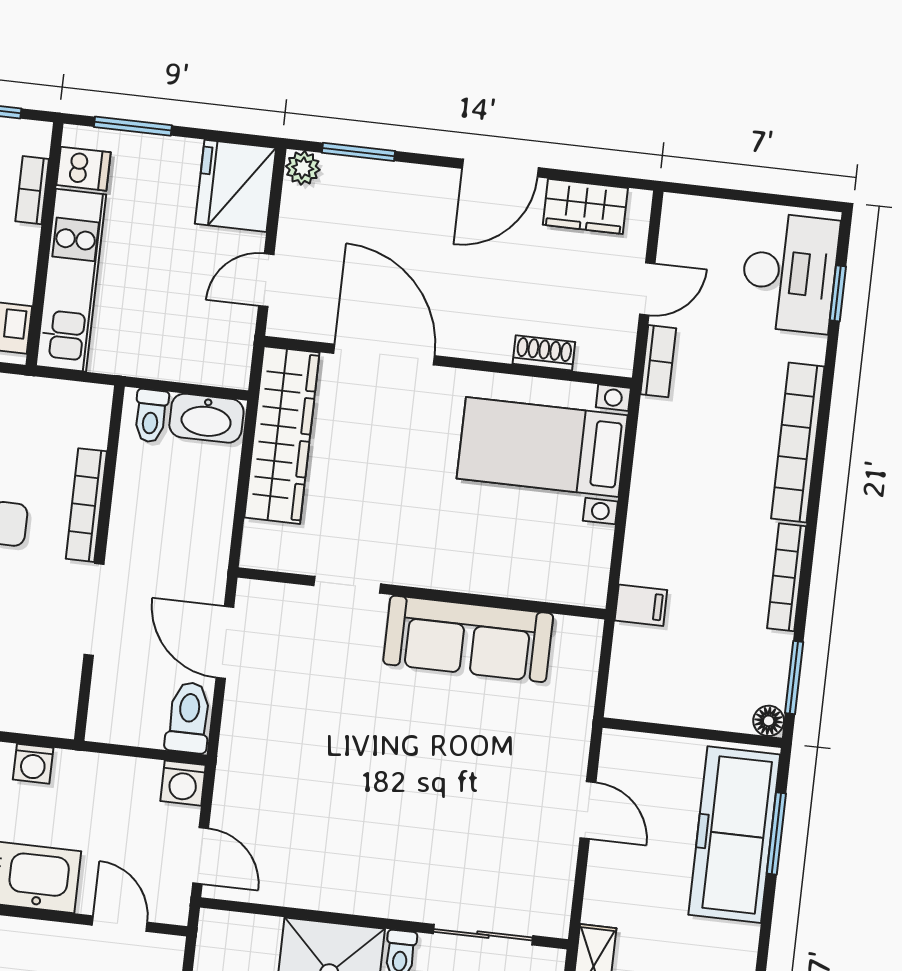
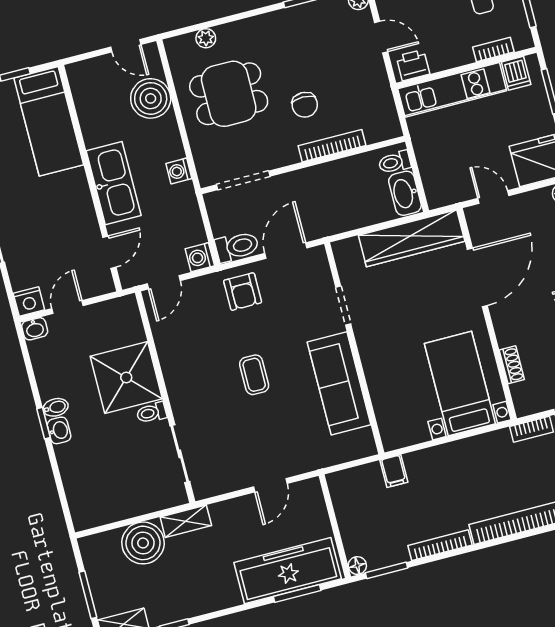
doorway: (94, 609) -> (243, 180), moved
armchair: (263, 736) -> (243, 292), added
coffee table: (403, 768) -> (254, 375), added

